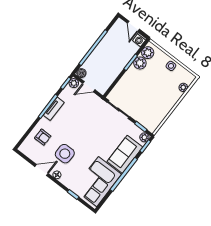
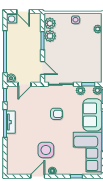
washing machine: (140, 40) -> (12, 18), moved
plant: (74, 83) -> (80, 90), moved
door: (114, 84) -> (42, 68), added
armchair: (43, 137) -> (56, 114), moved

